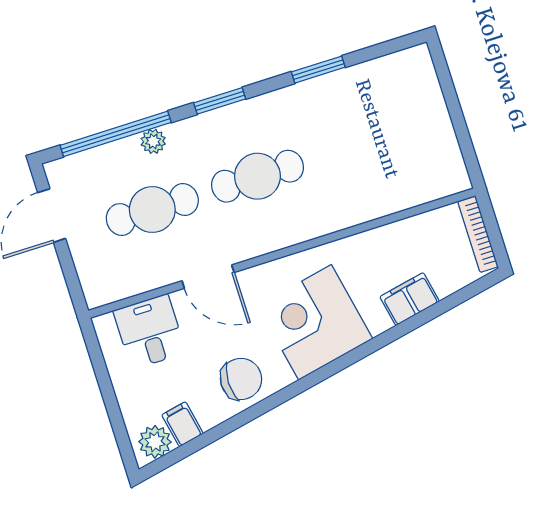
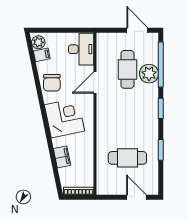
door: (449, 92) -> (136, 197), added
plant: (153, 141) -> (149, 74), width x1.88, depth x1.88
cafe table: (257, 176) -> (127, 158), moved, turned 90
desk: (150, 332) -> (81, 49), width x1.37

